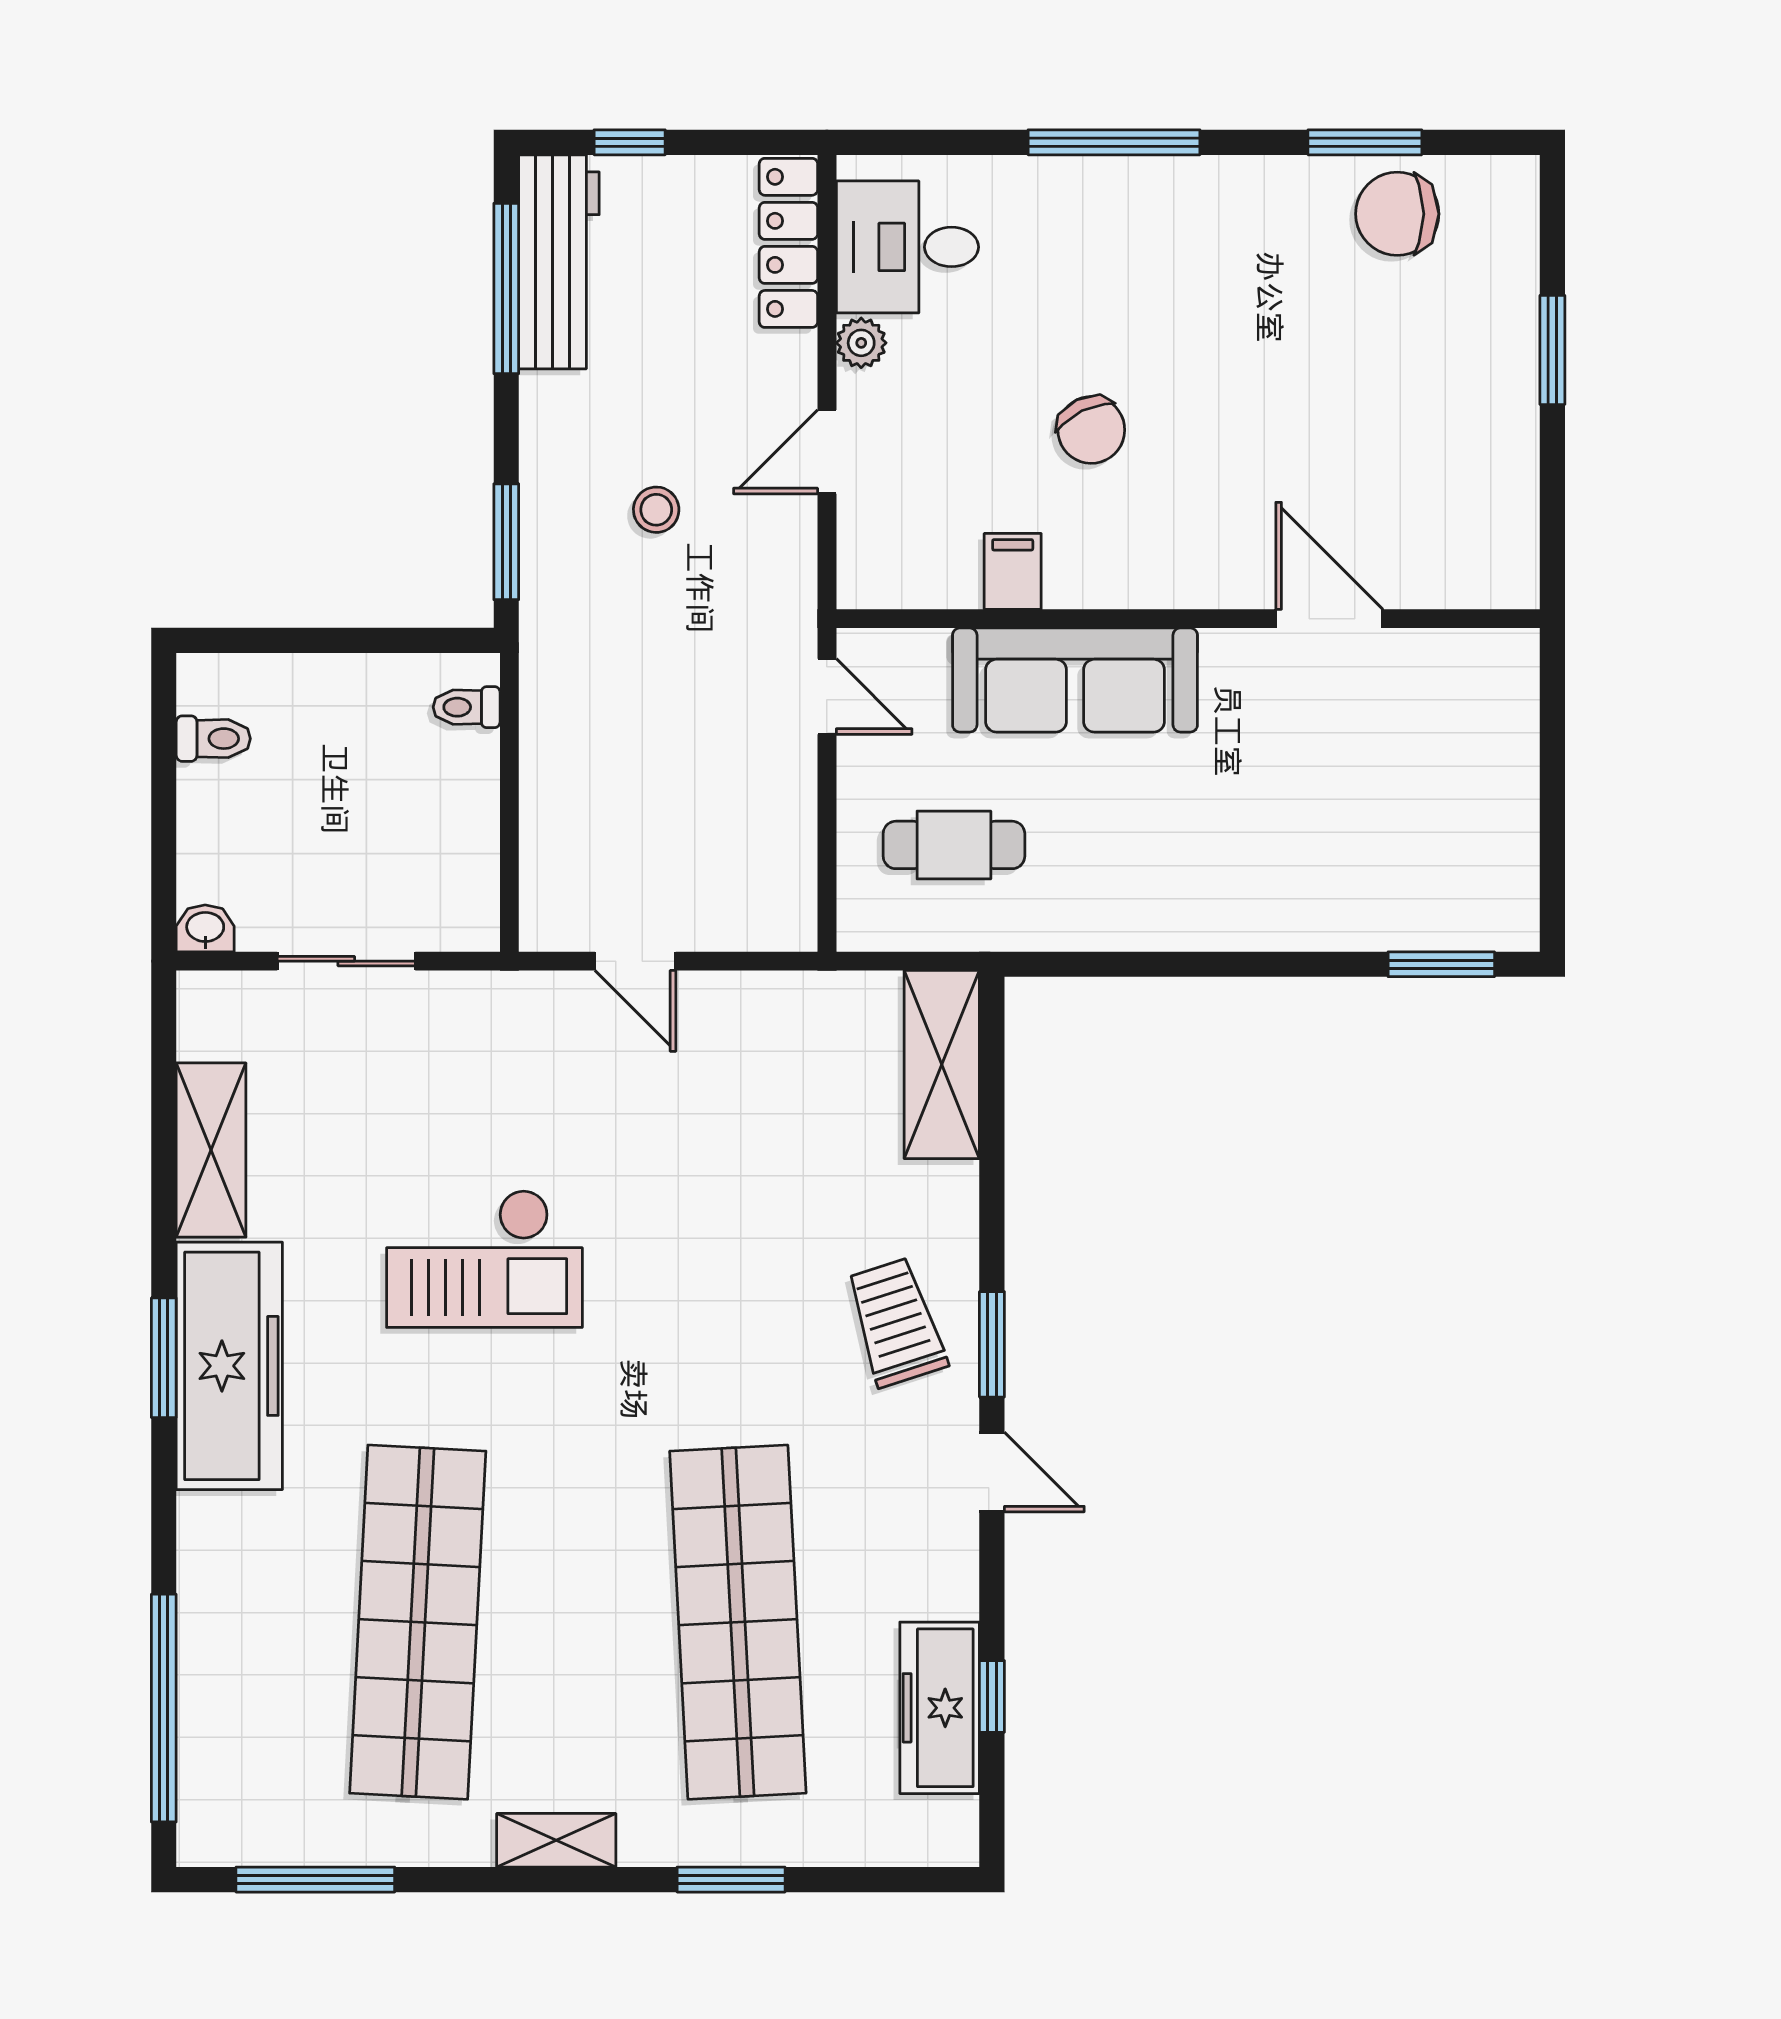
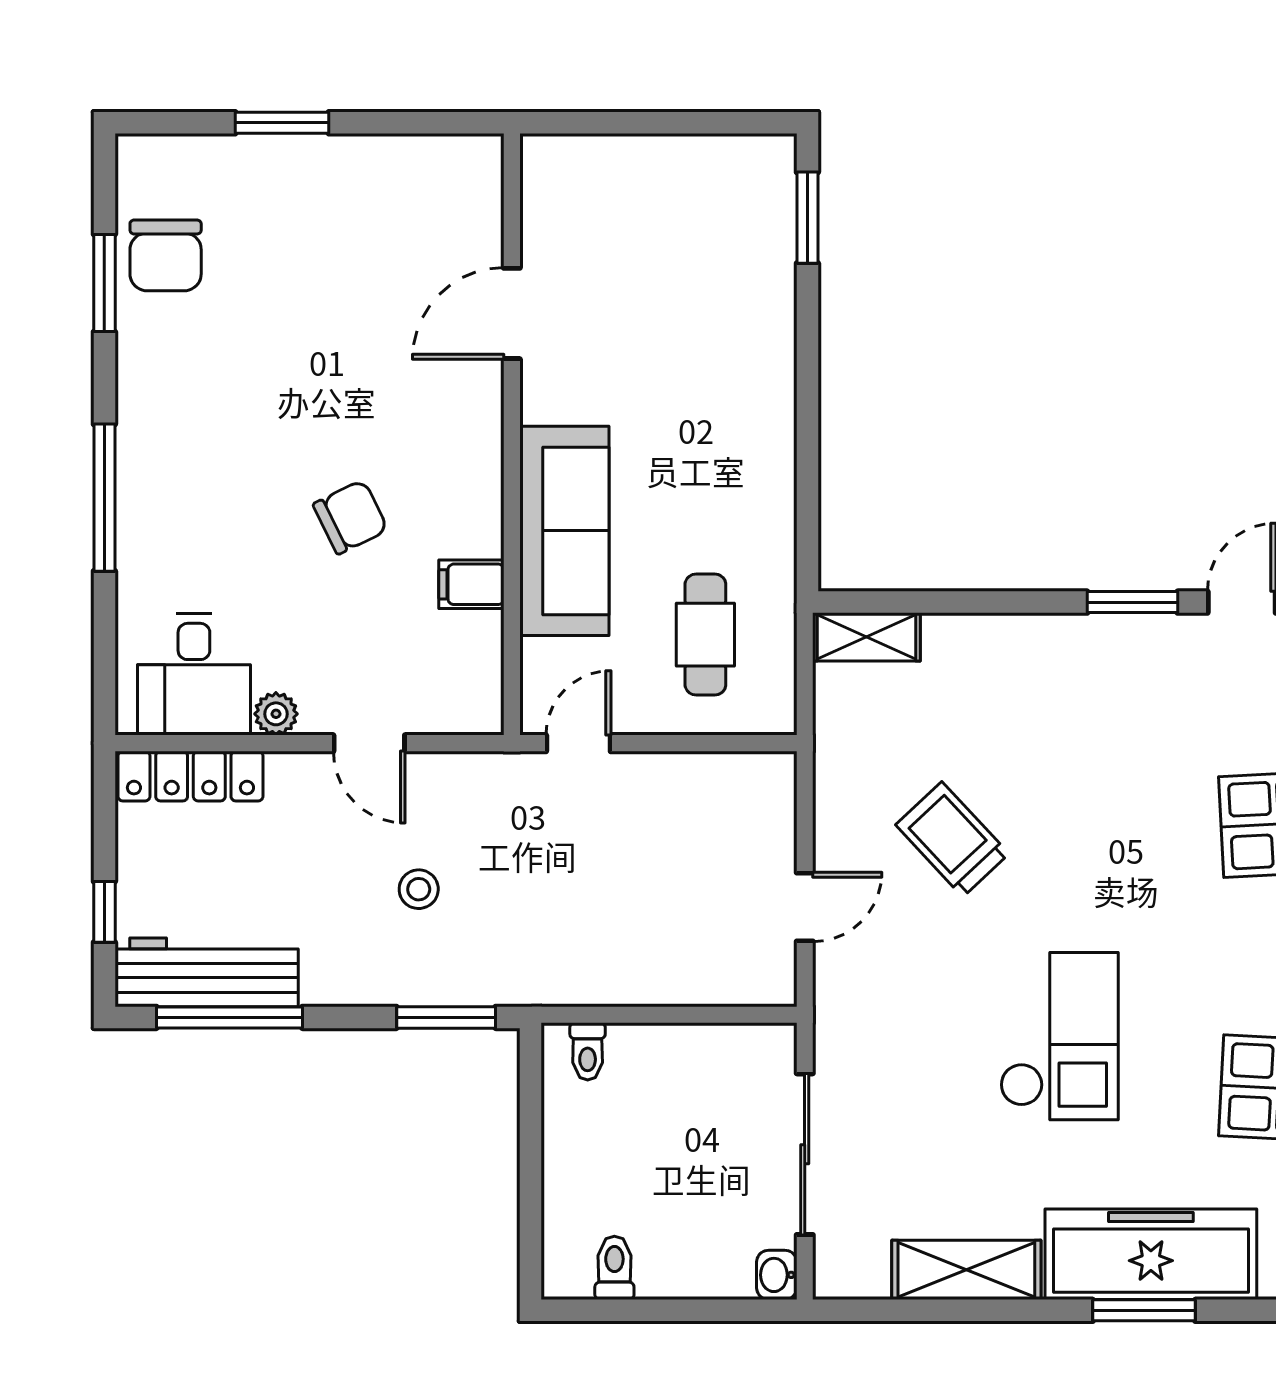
sliding door: (346, 961) -> (805, 1154), width x1.37
shelving: (942, 1065) -> (866, 637), width x0.67, depth x0.75
trolley: (896, 1322) -> (952, 839), moved, turned 65

